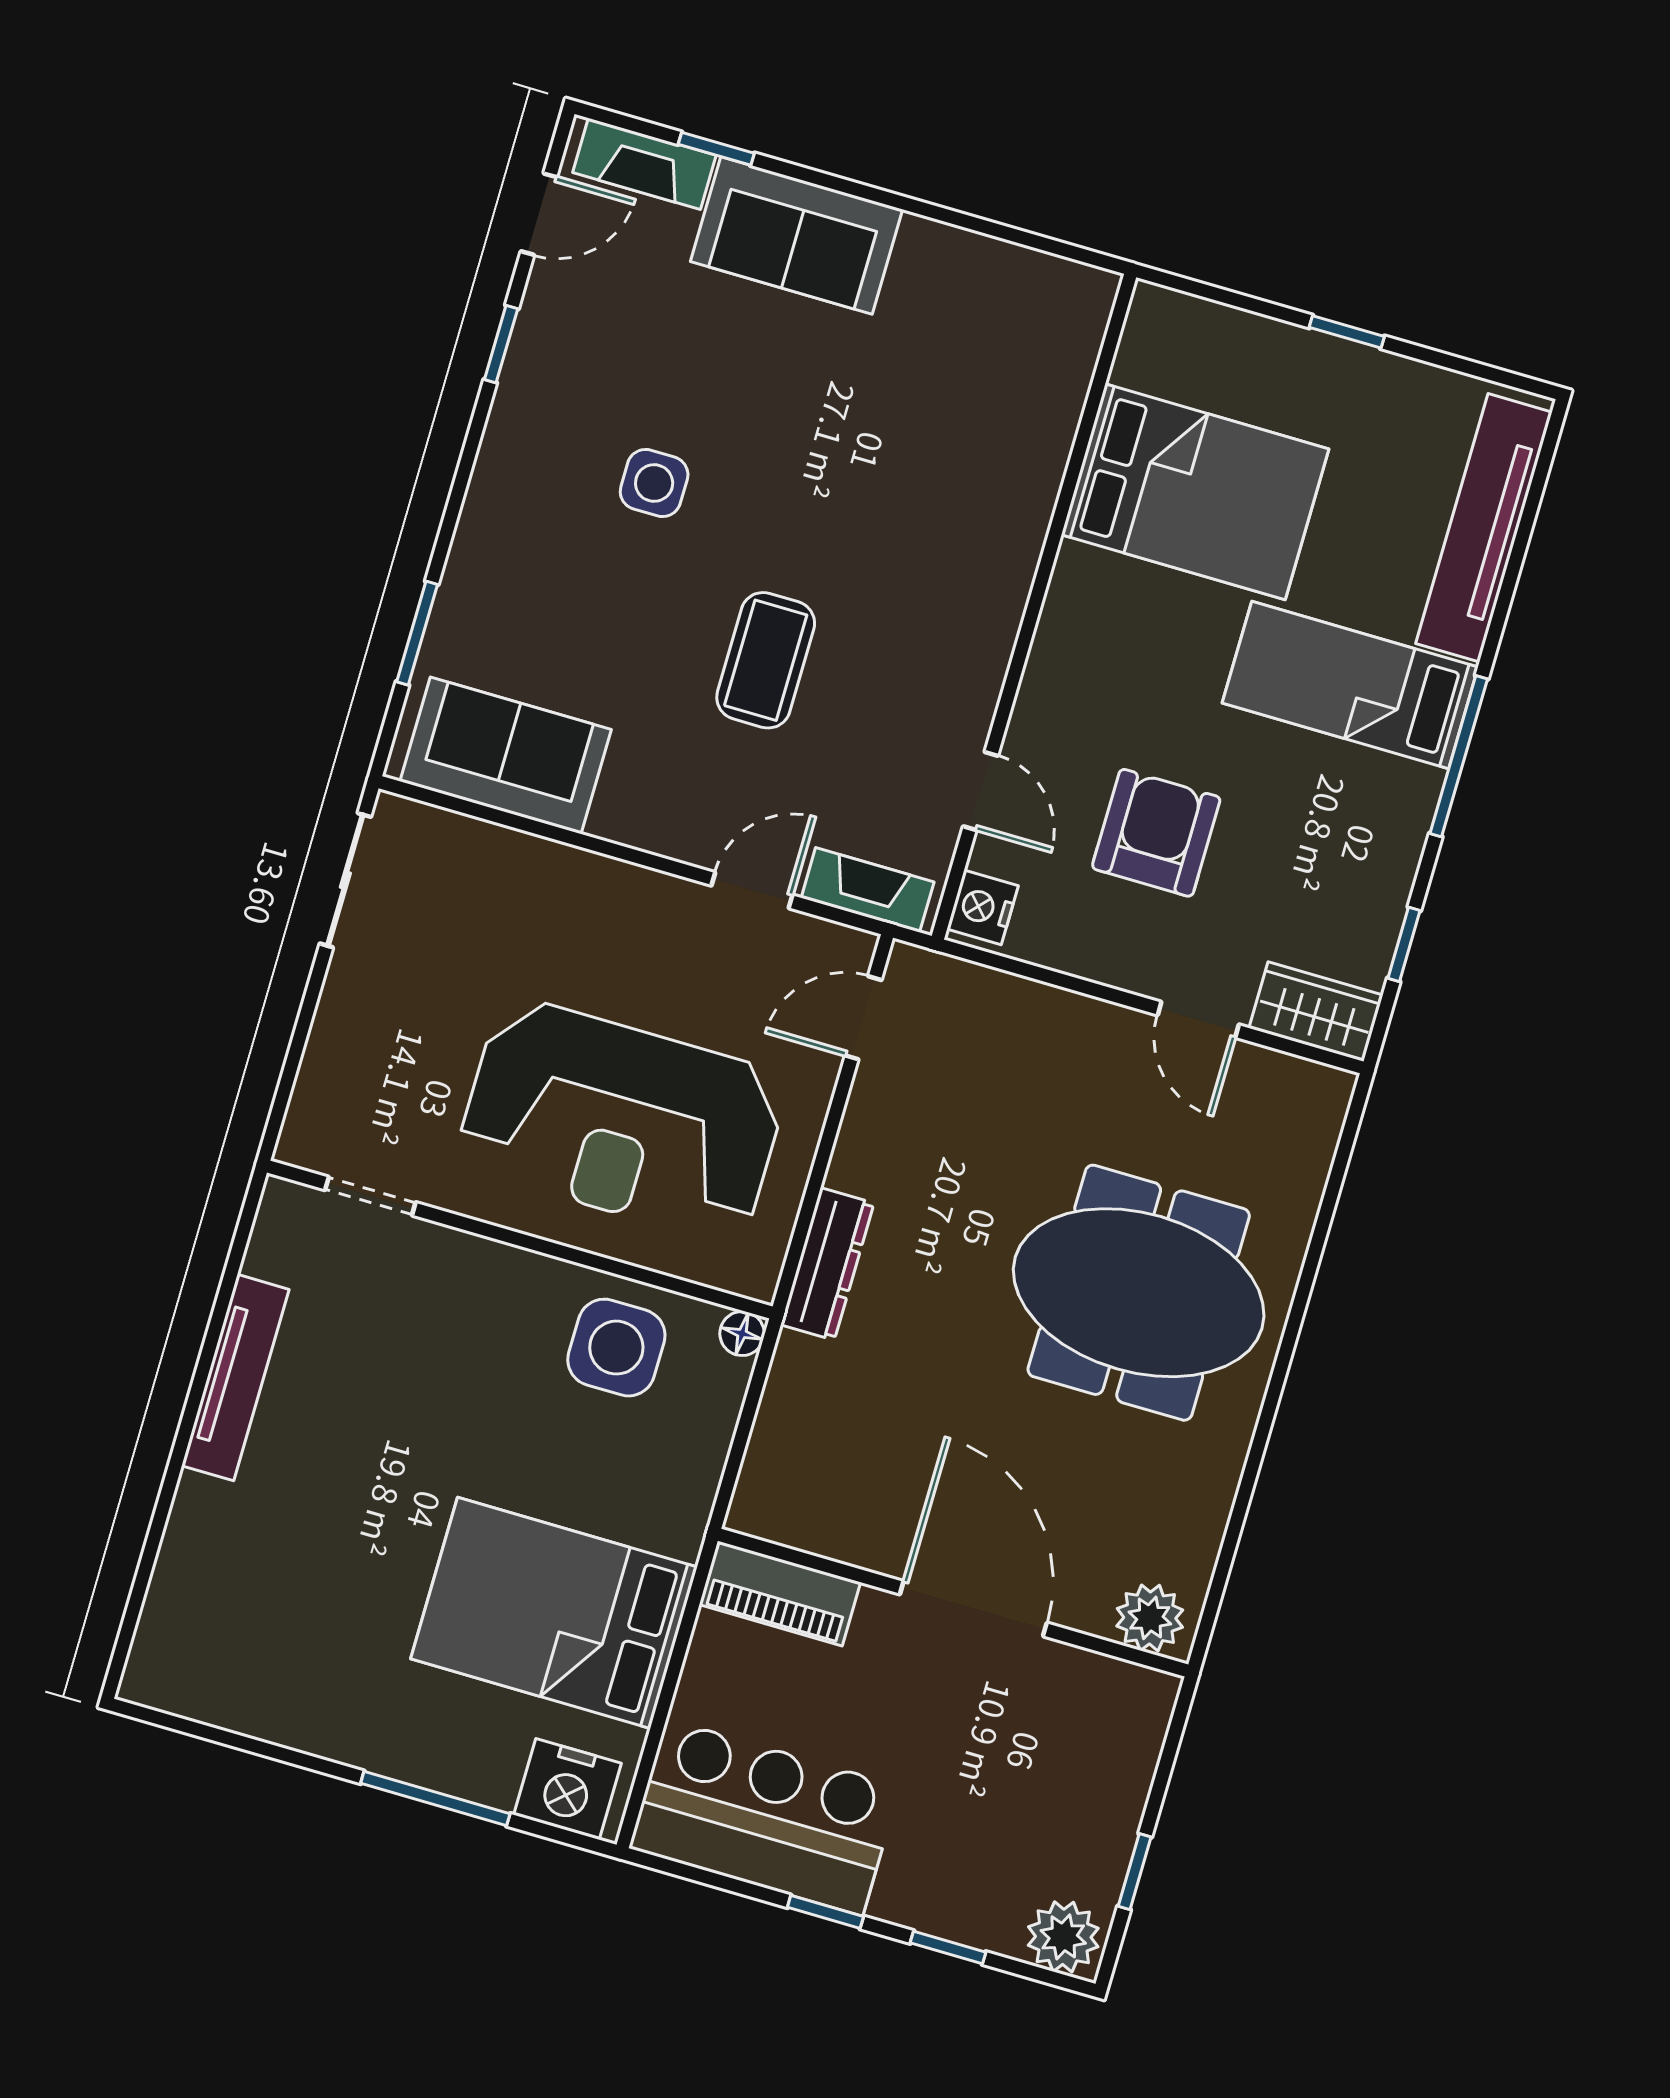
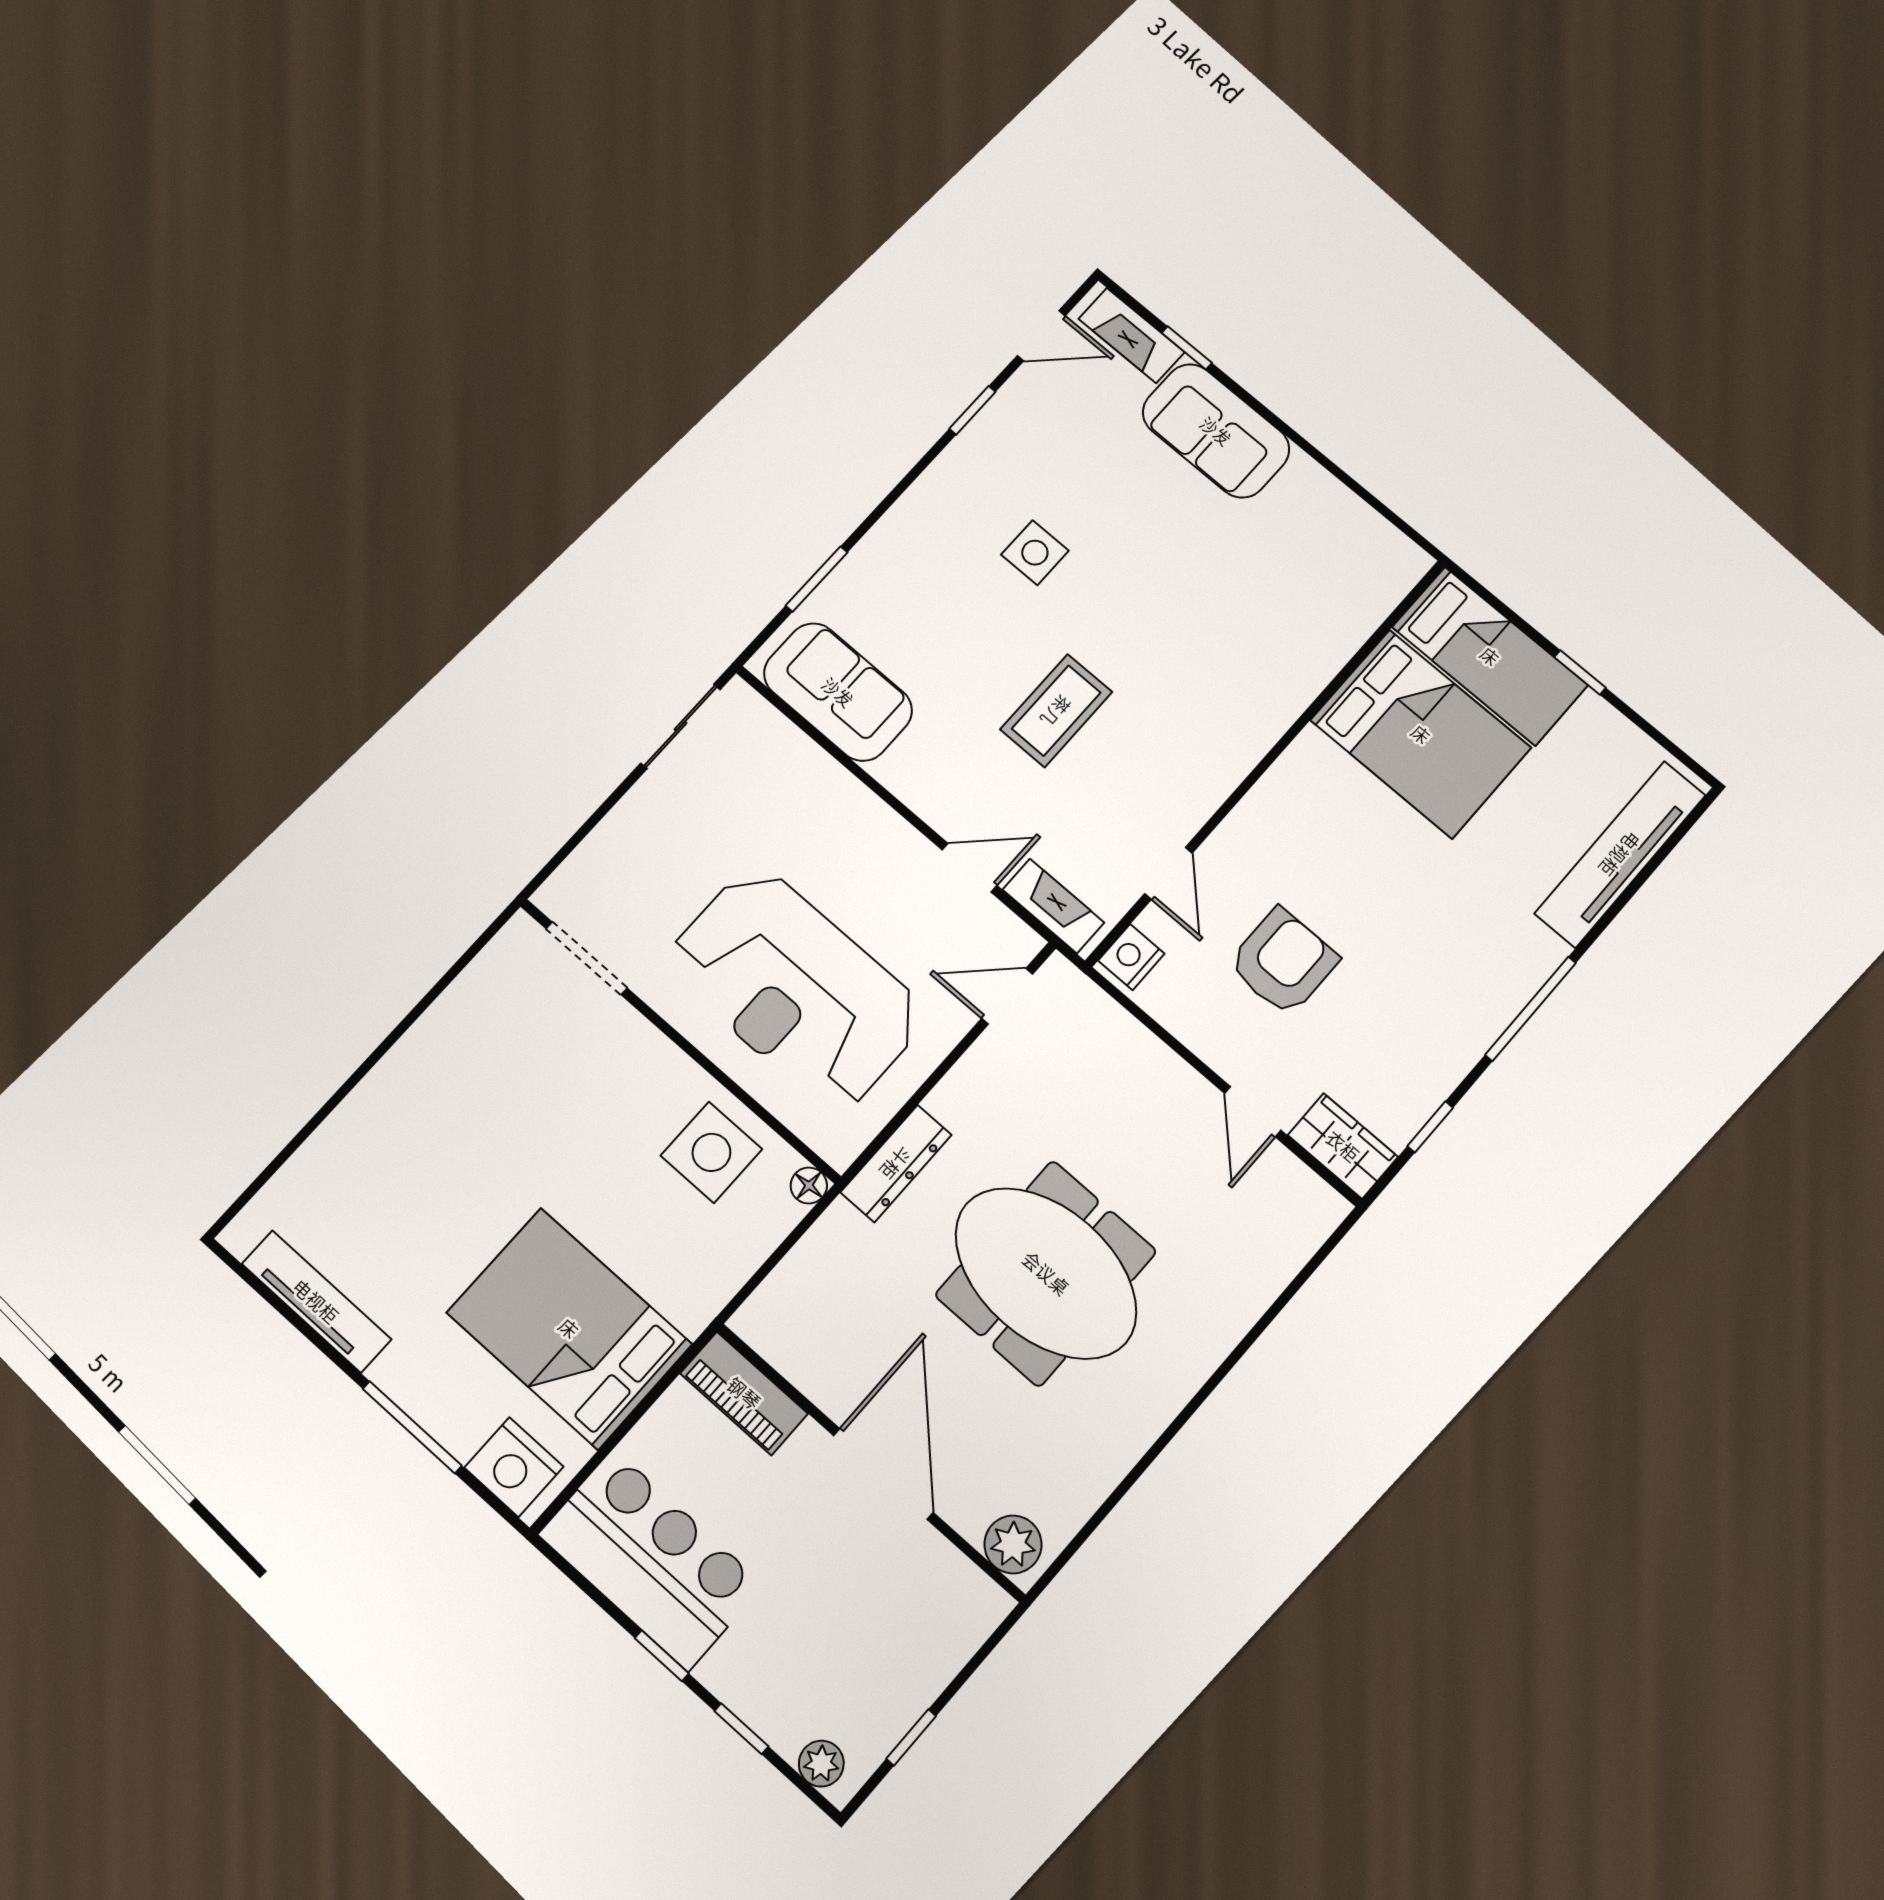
bed: (1350, 685) -> (1490, 656), moved, turned 180
doorway: (370, 1196) -> (587, 958), width x1.38
meeting table: (1139, 1293) -> (1046, 1273), moved
tv unit: (235, 1378) -> (316, 1301), moved, turned -90
plant: (1063, 1937) -> (821, 1764), width x0.73, depth x0.73

